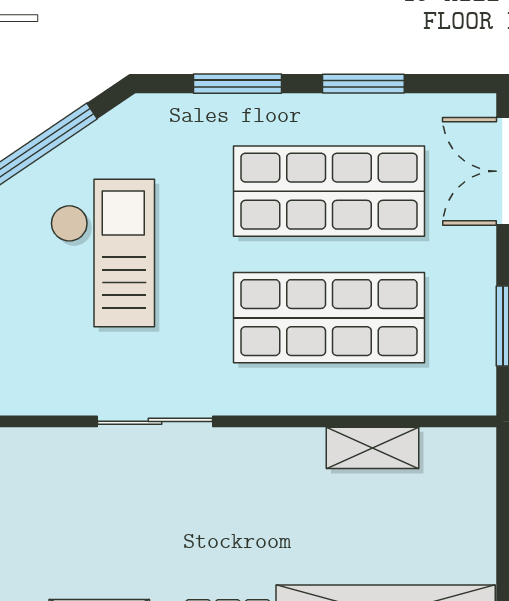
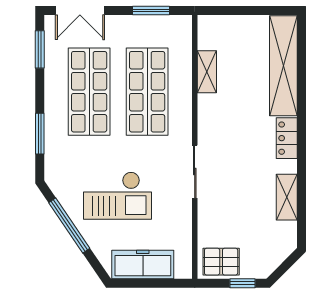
window: (363, 84) -> (40, 49), moved
checkout: (102, 253) -> (117, 196), turned 180

